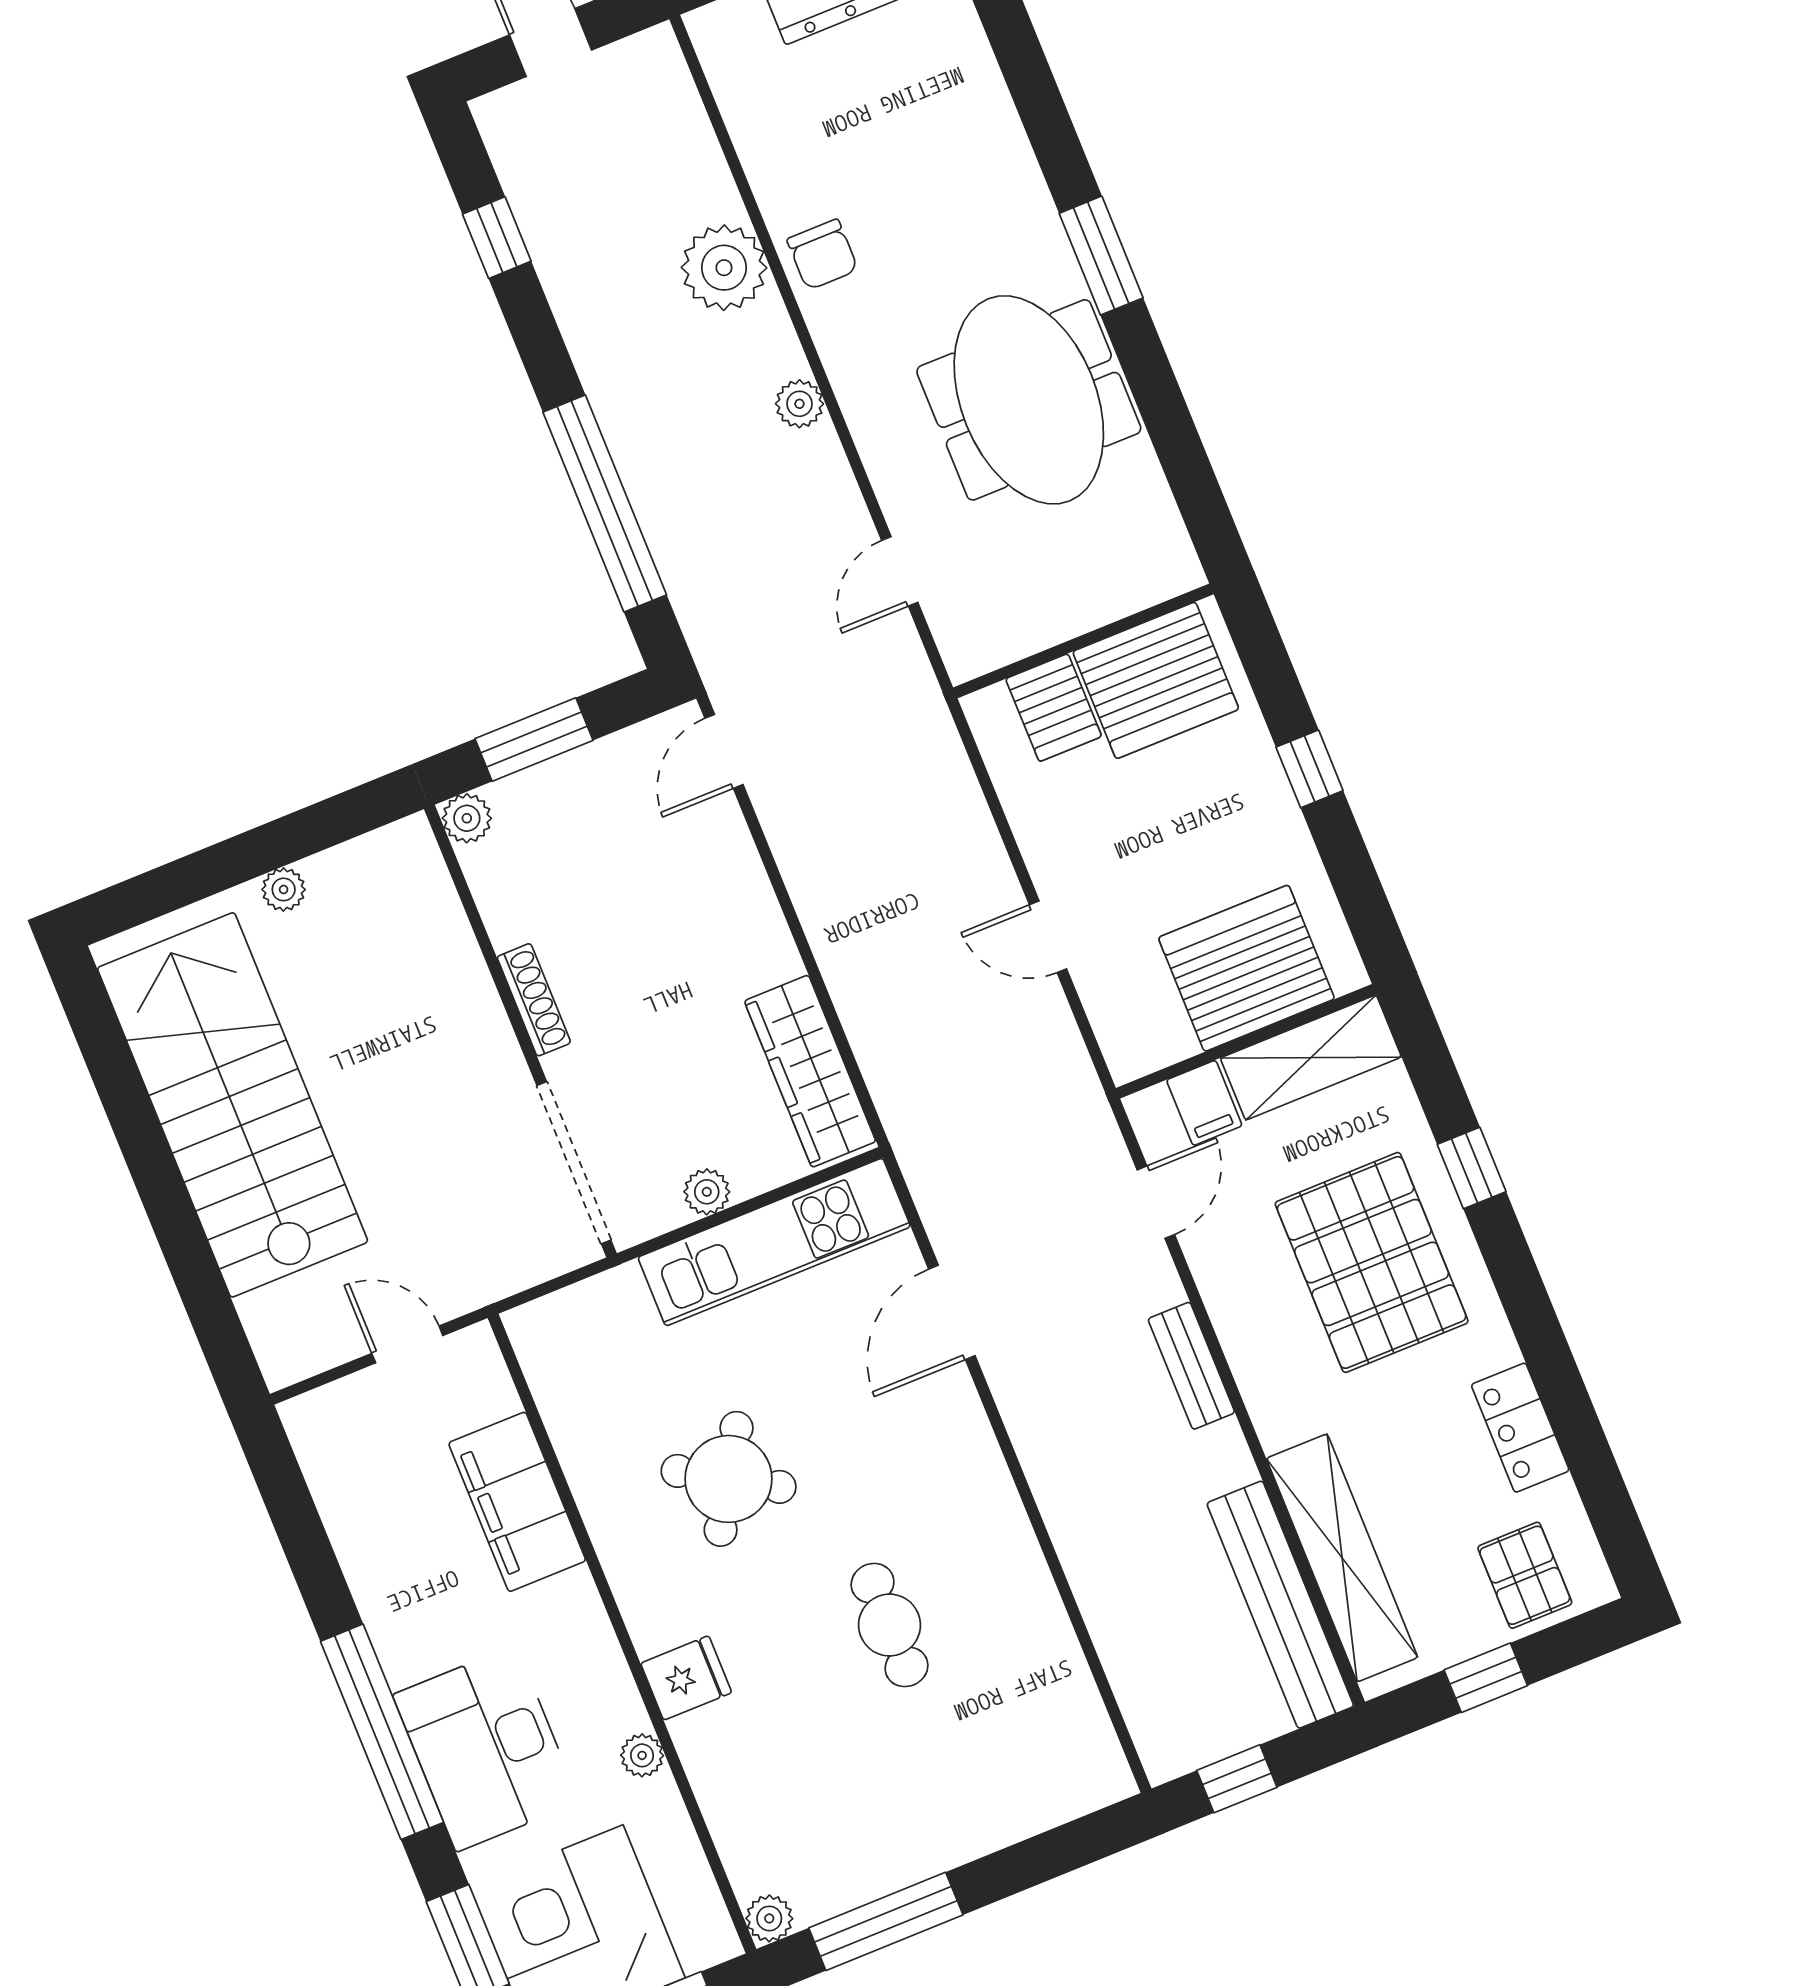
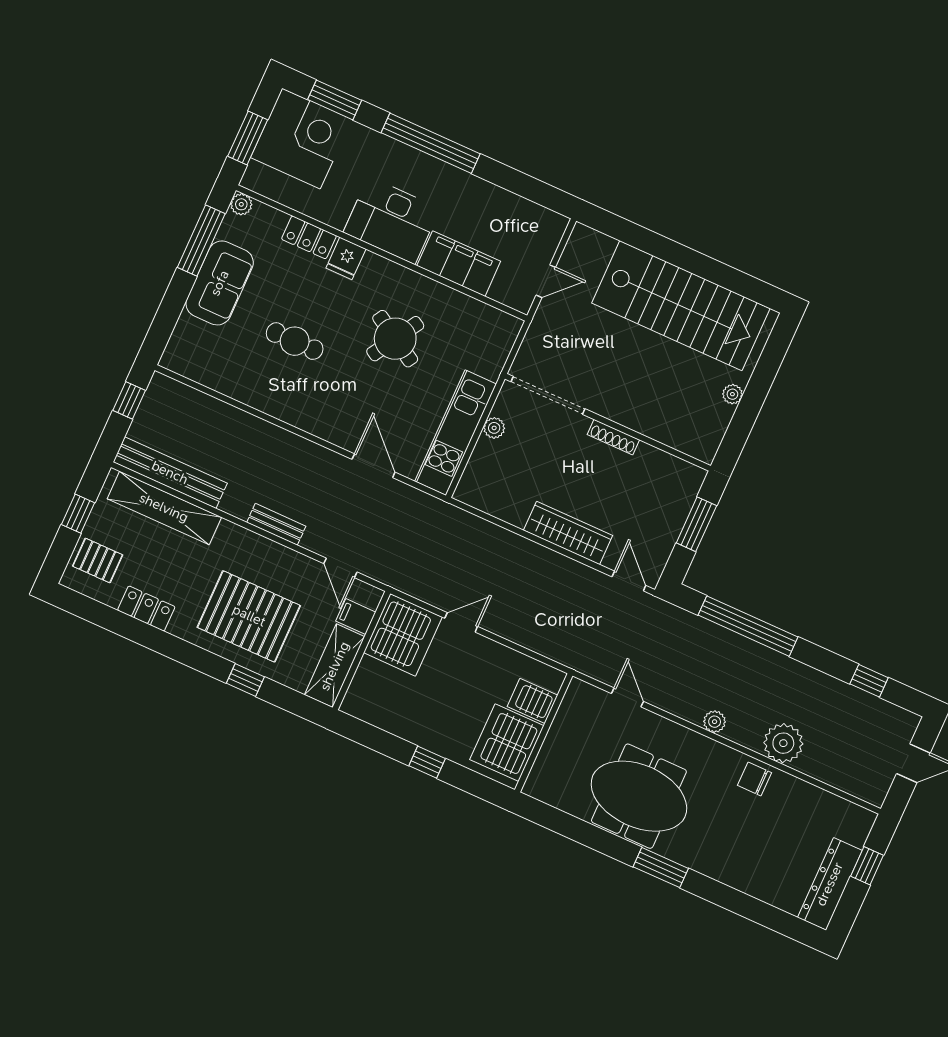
plant: (467, 818) -> (694, 477), removed
server rack: (1246, 968) -> (403, 635), moved
wardrobe: (810, 1071) -> (568, 533), moved
desk: (486, 1749) -> (392, 220), moved, turned 180
plant: (642, 1755) -> (336, 218), removed
locker: (713, 1766) -> (309, 237), added
sofa: (920, 1828) -> (220, 283), added

